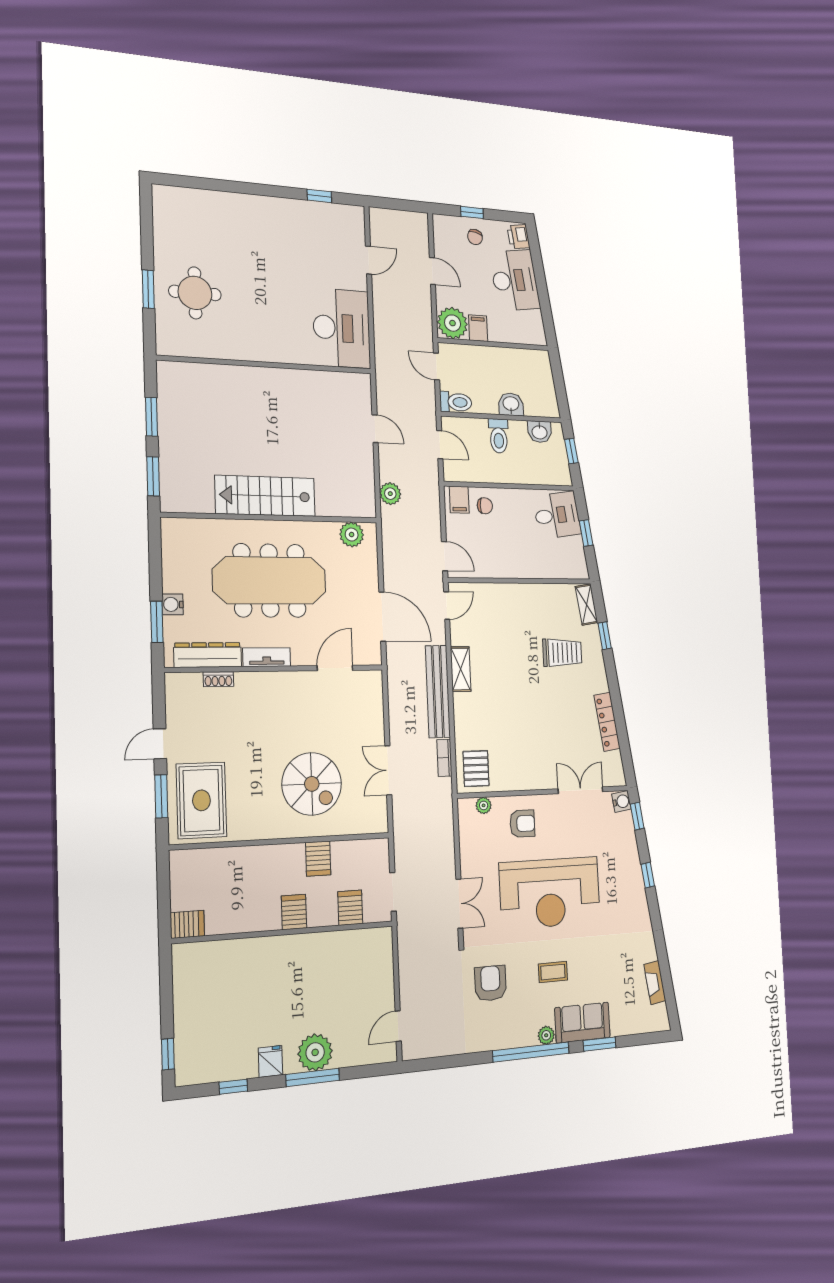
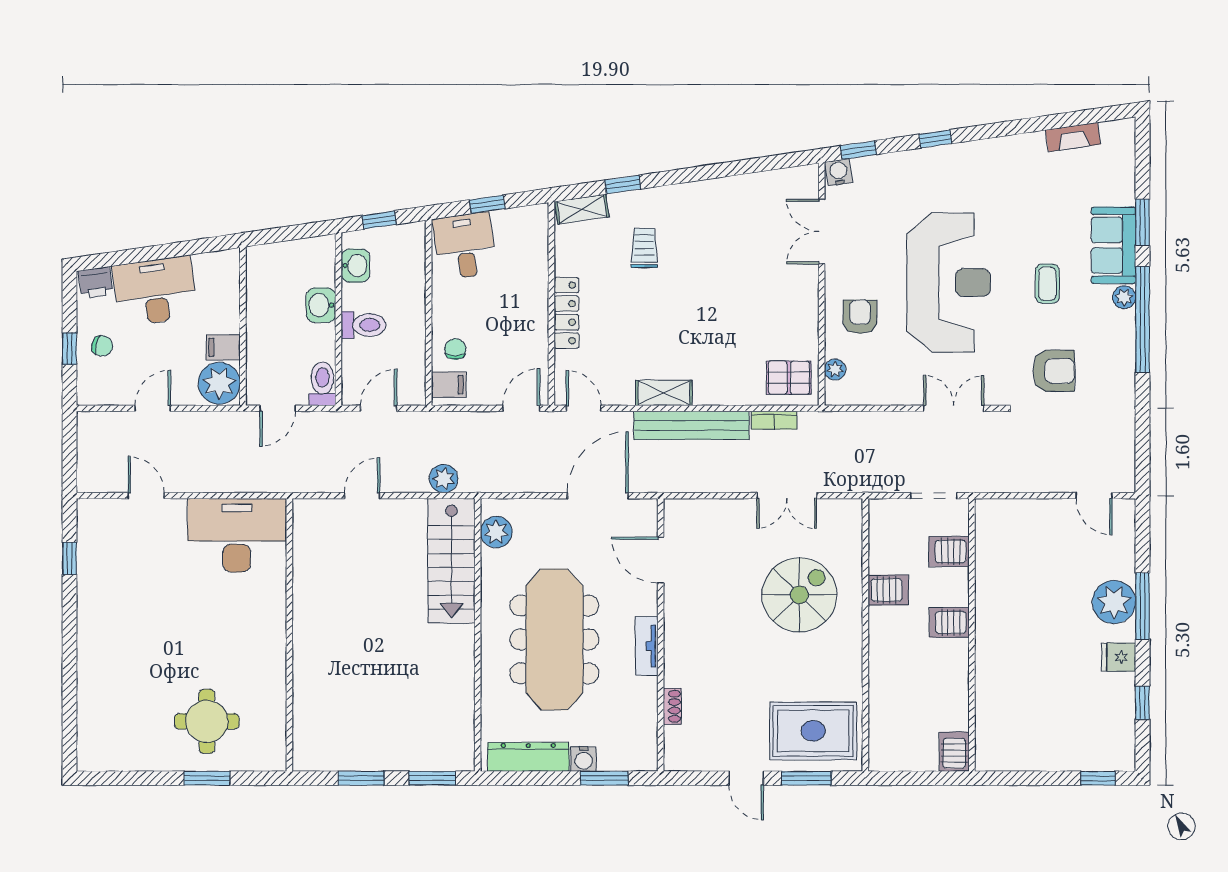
stairs: (265, 496) -> (451, 561), moved
trolley: (562, 653) -> (644, 248), width x0.73, depth x0.72
dresser: (208, 655) -> (528, 757), moved, turned 90
locker: (607, 722) -> (566, 313), moved, turned -82
armchair: (490, 983) -> (1054, 371), turned 180

